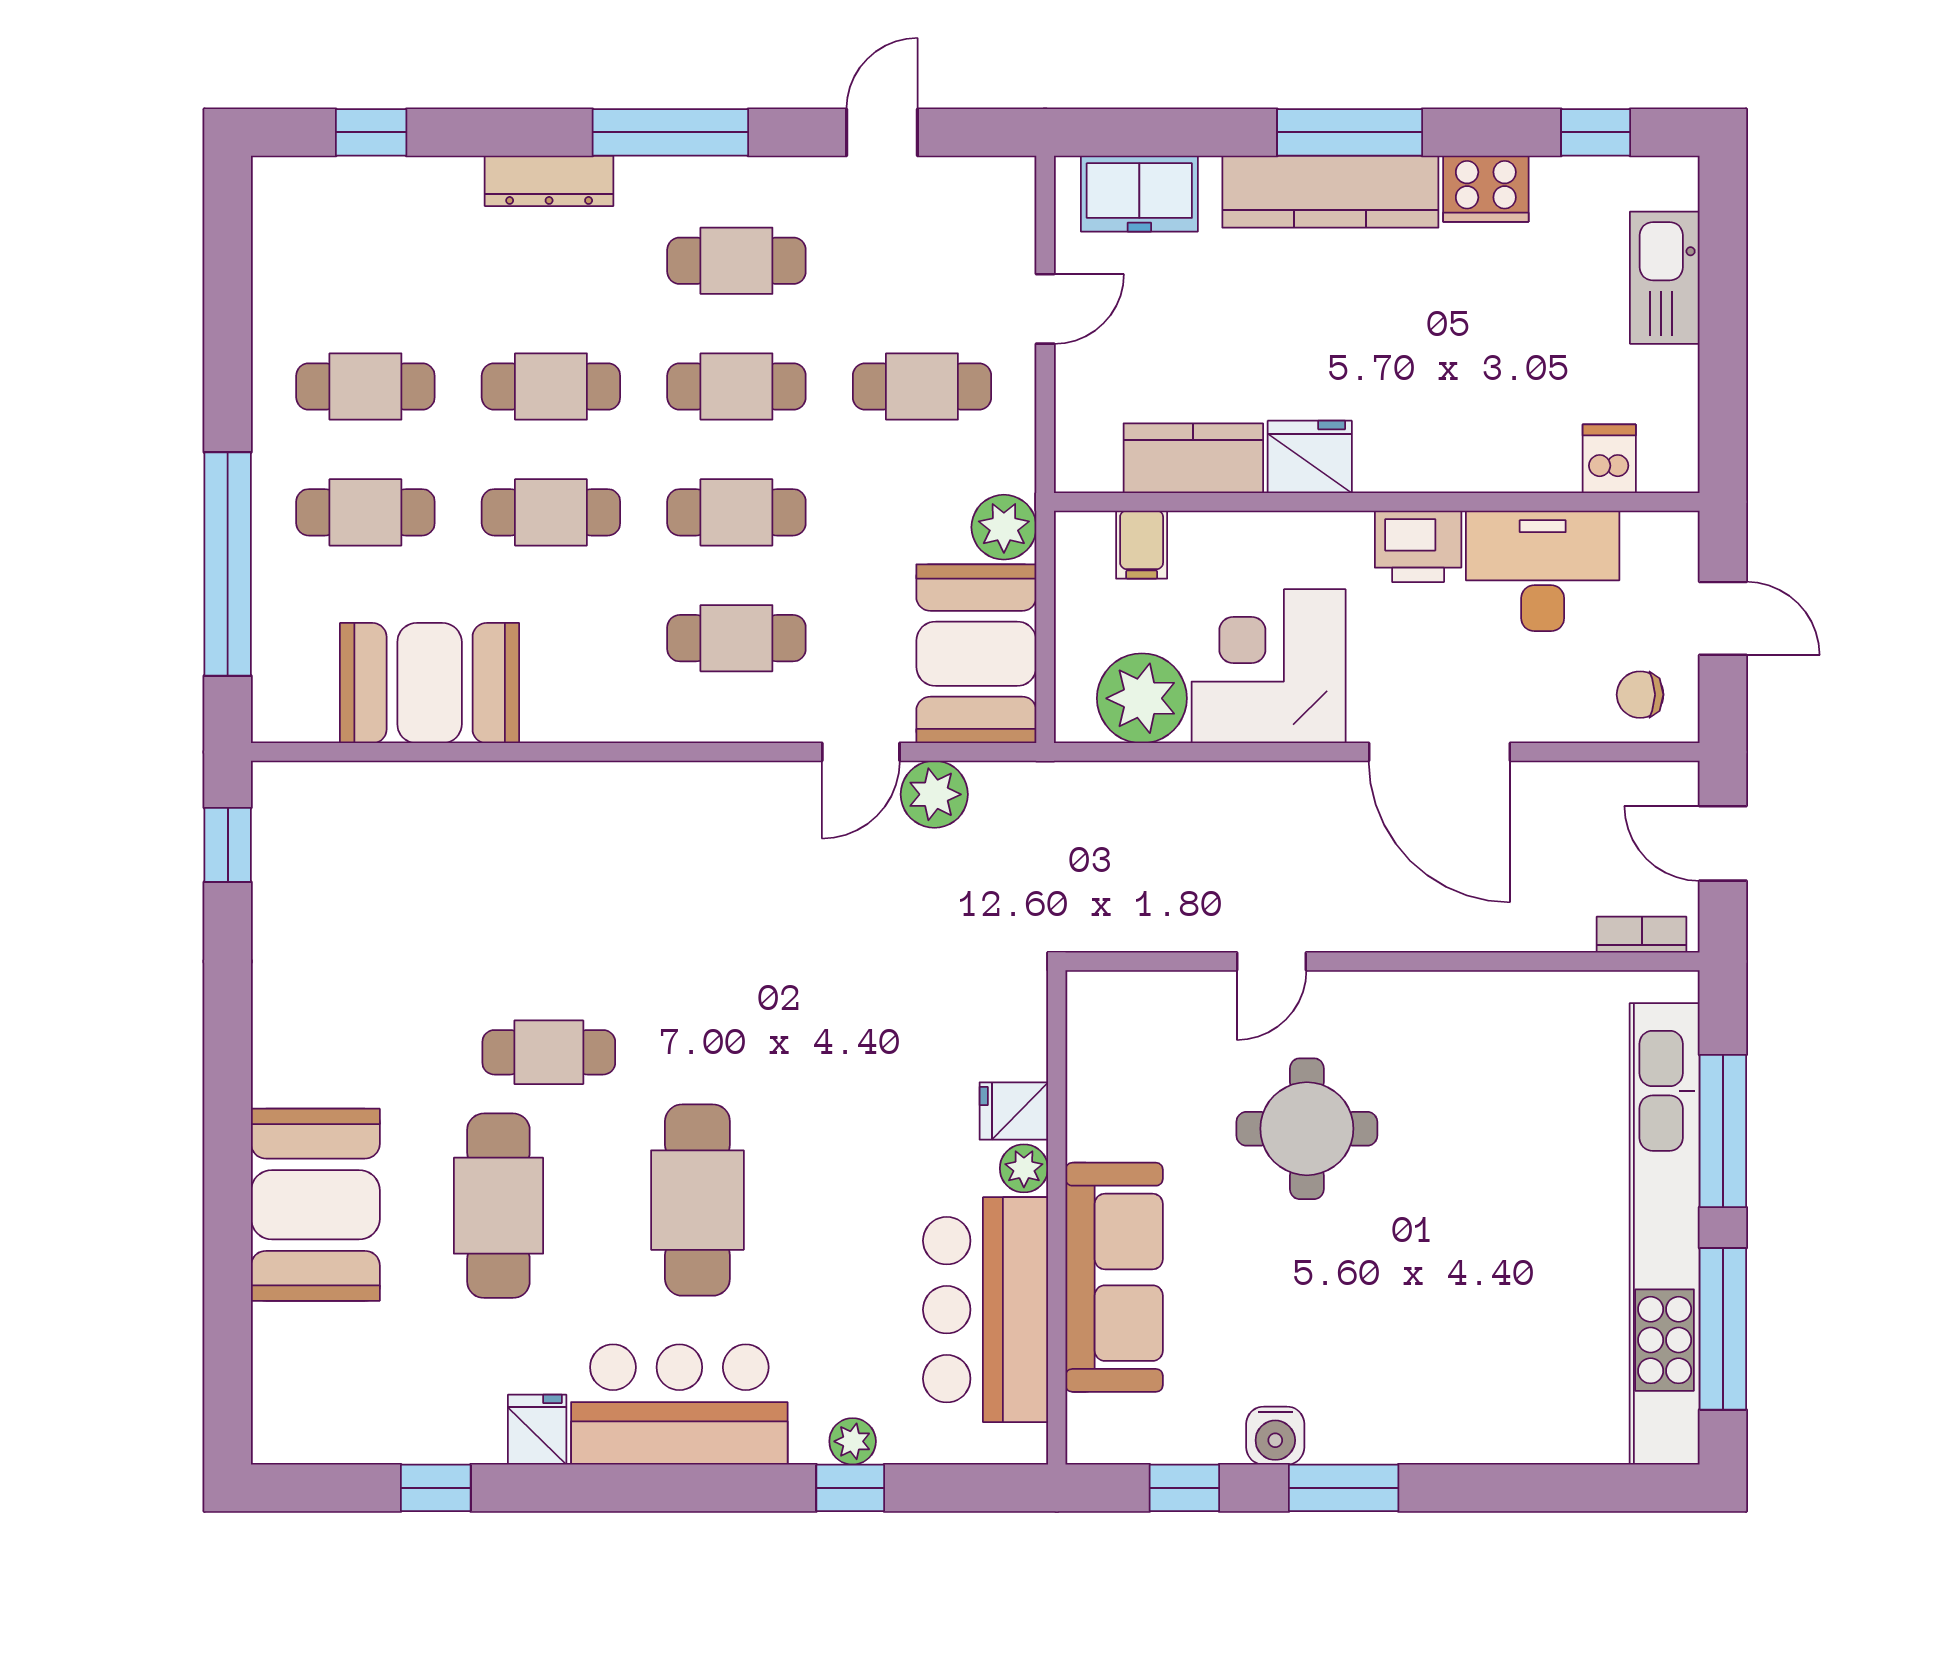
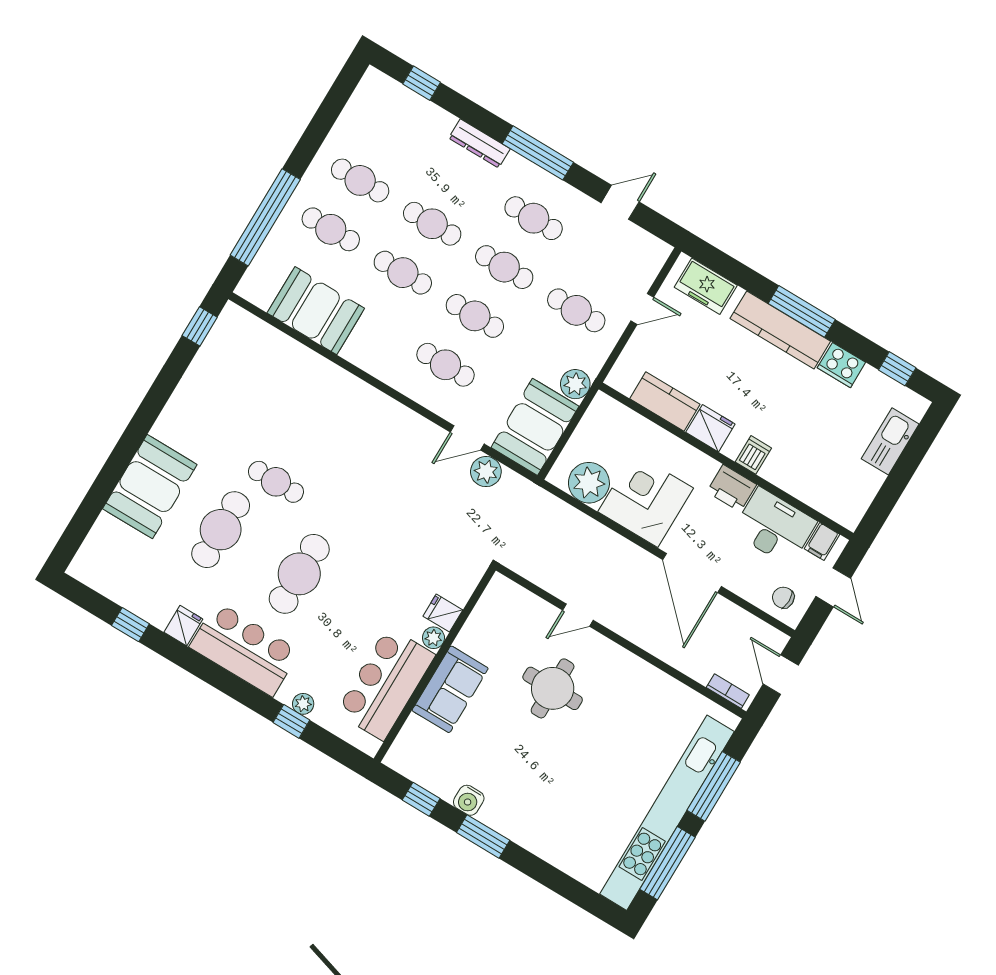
dishwasher: (1609, 459) -> (753, 455), moved
filing cabinet: (1142, 545) -> (822, 542), moved
sofa: (1114, 1277) -> (450, 689), width x0.73

